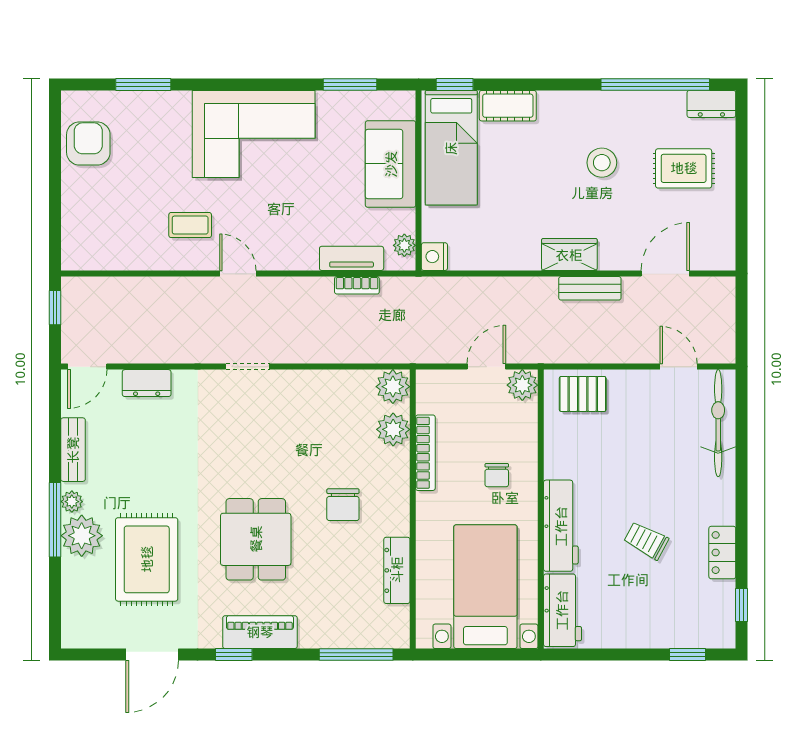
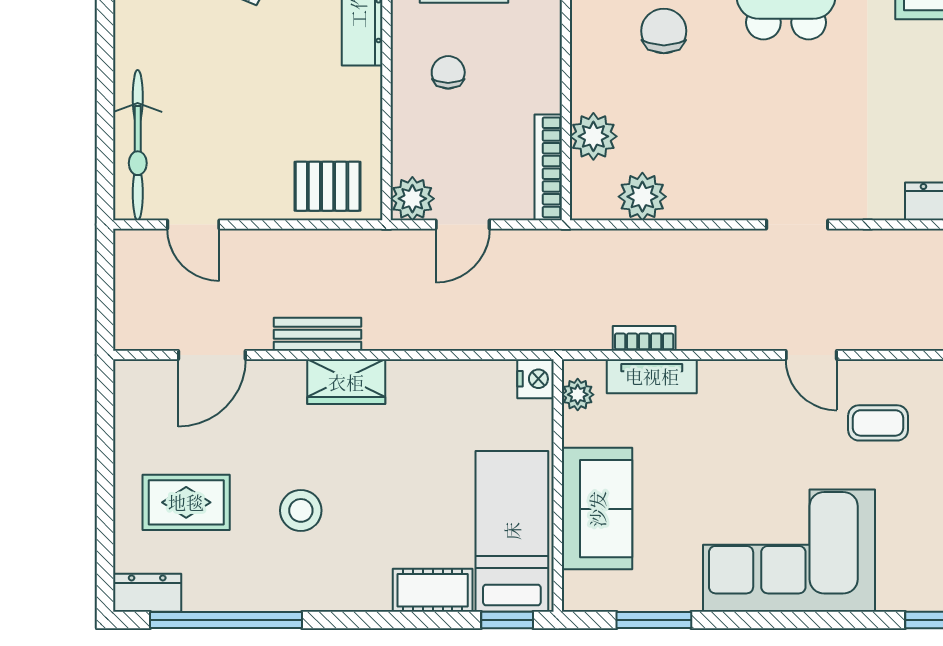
plant: (393, 387) -> (642, 197), moved
bookcase: (425, 453) -> (548, 167), moved

